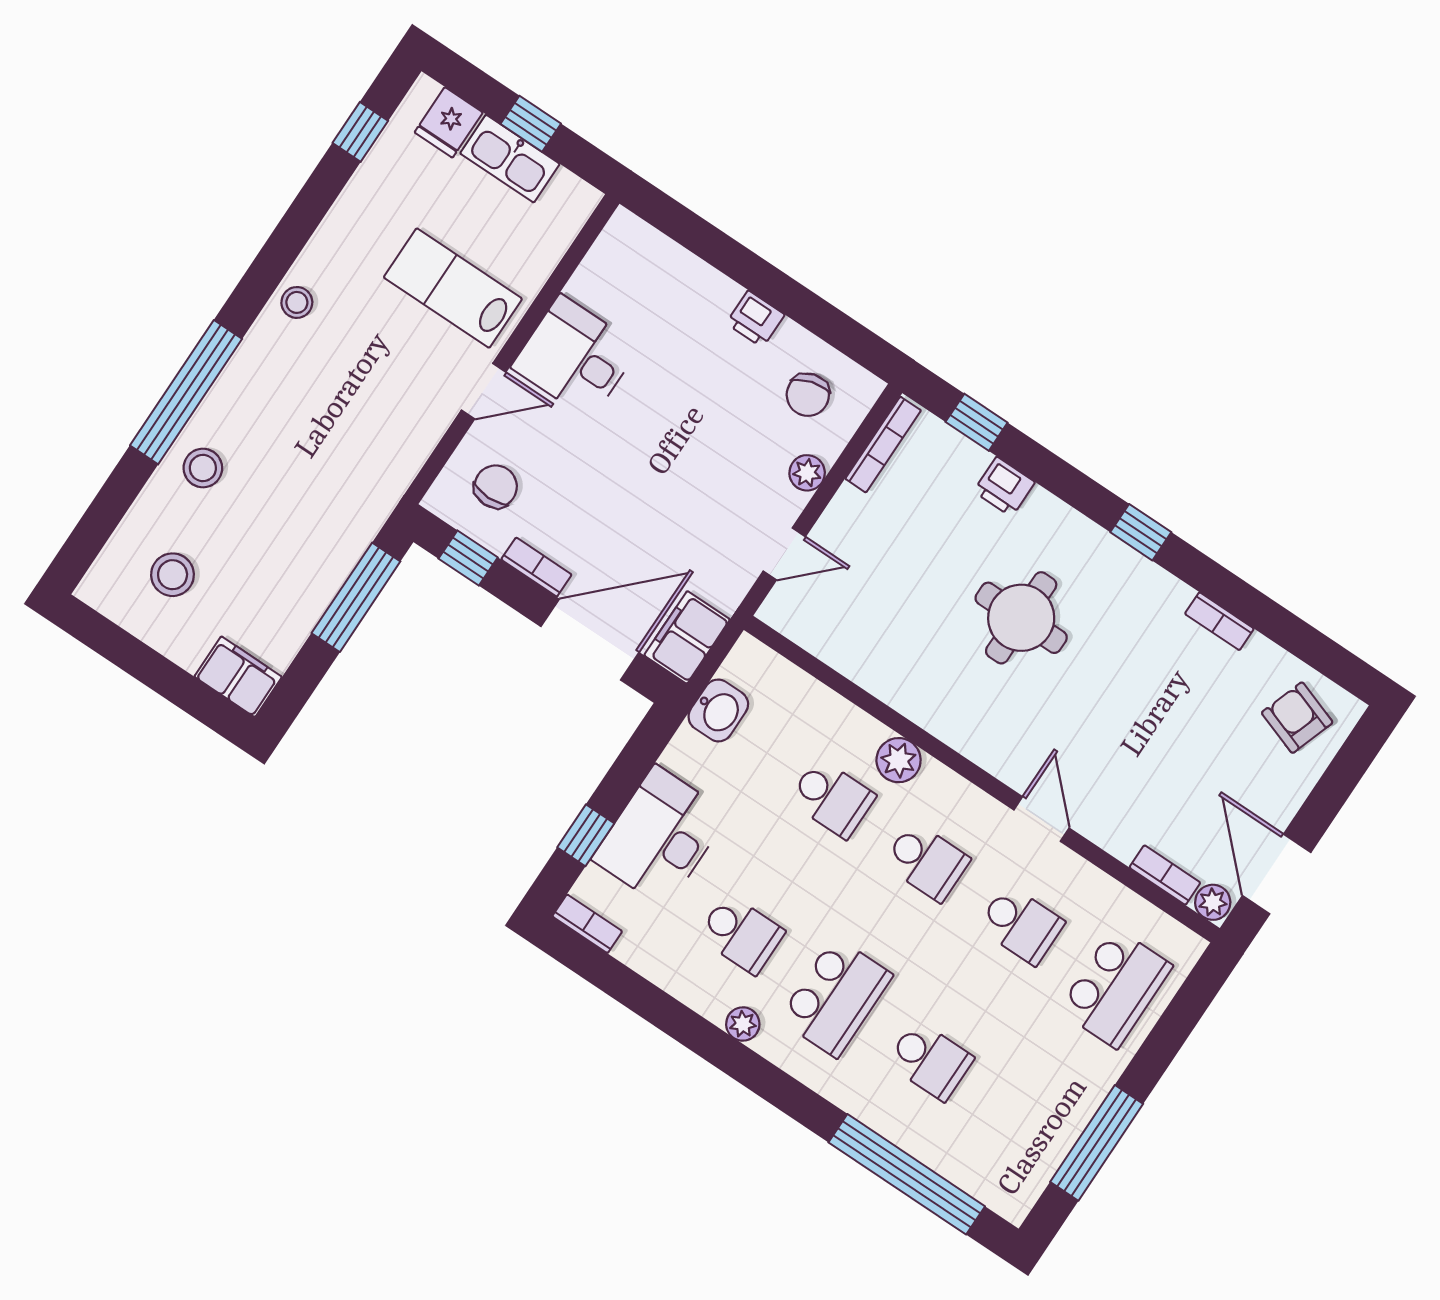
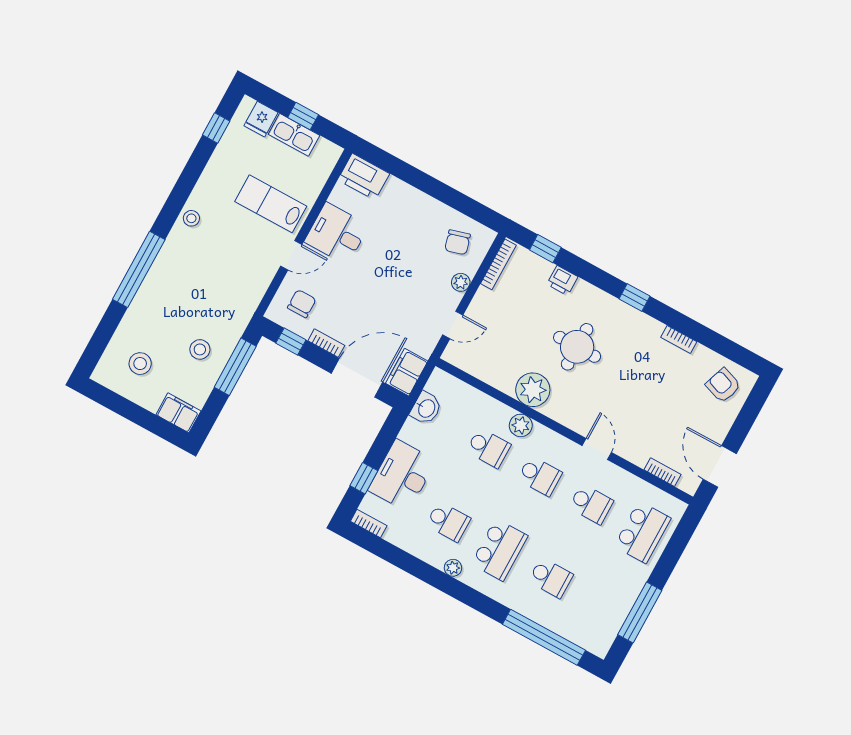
printer: (755, 319) -> (364, 177), moved, width x1.87, depth x1.48
stool: (203, 468) -> (200, 349), moved
plant: (1213, 902) -> (533, 390), moved, width x1.87, depth x1.87

